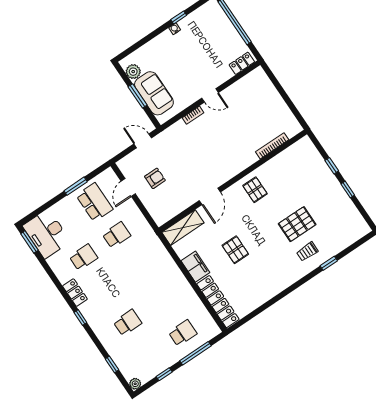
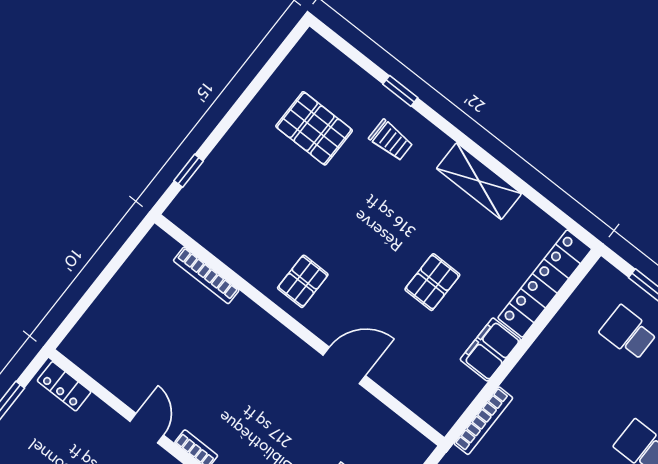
window: (332, 166) -> (189, 171), moved
window: (348, 190) -> (244, 100), removed
pallet: (297, 224) -> (314, 128), moved
shelving: (183, 228) -> (479, 181), moved
bookcase: (163, 253) -> (483, 421), added

